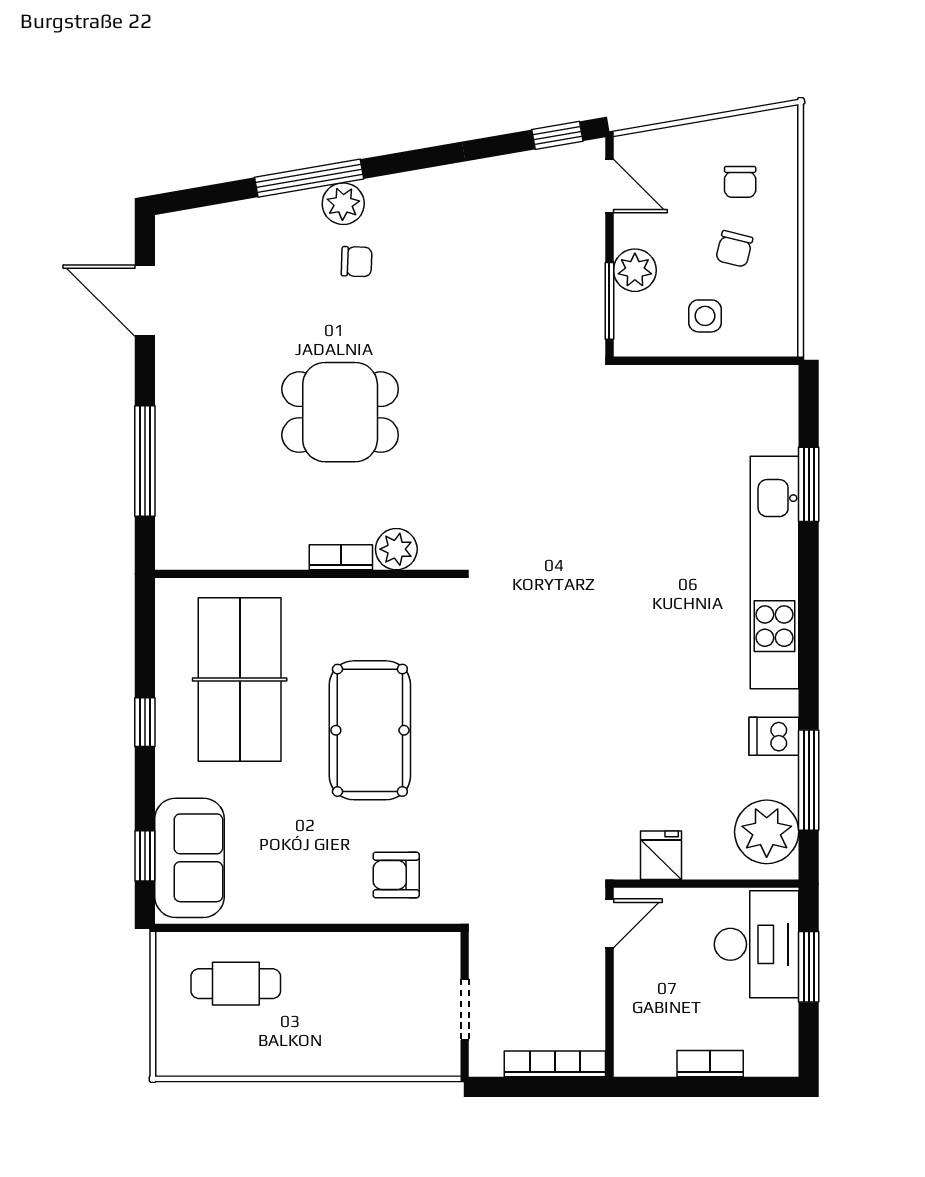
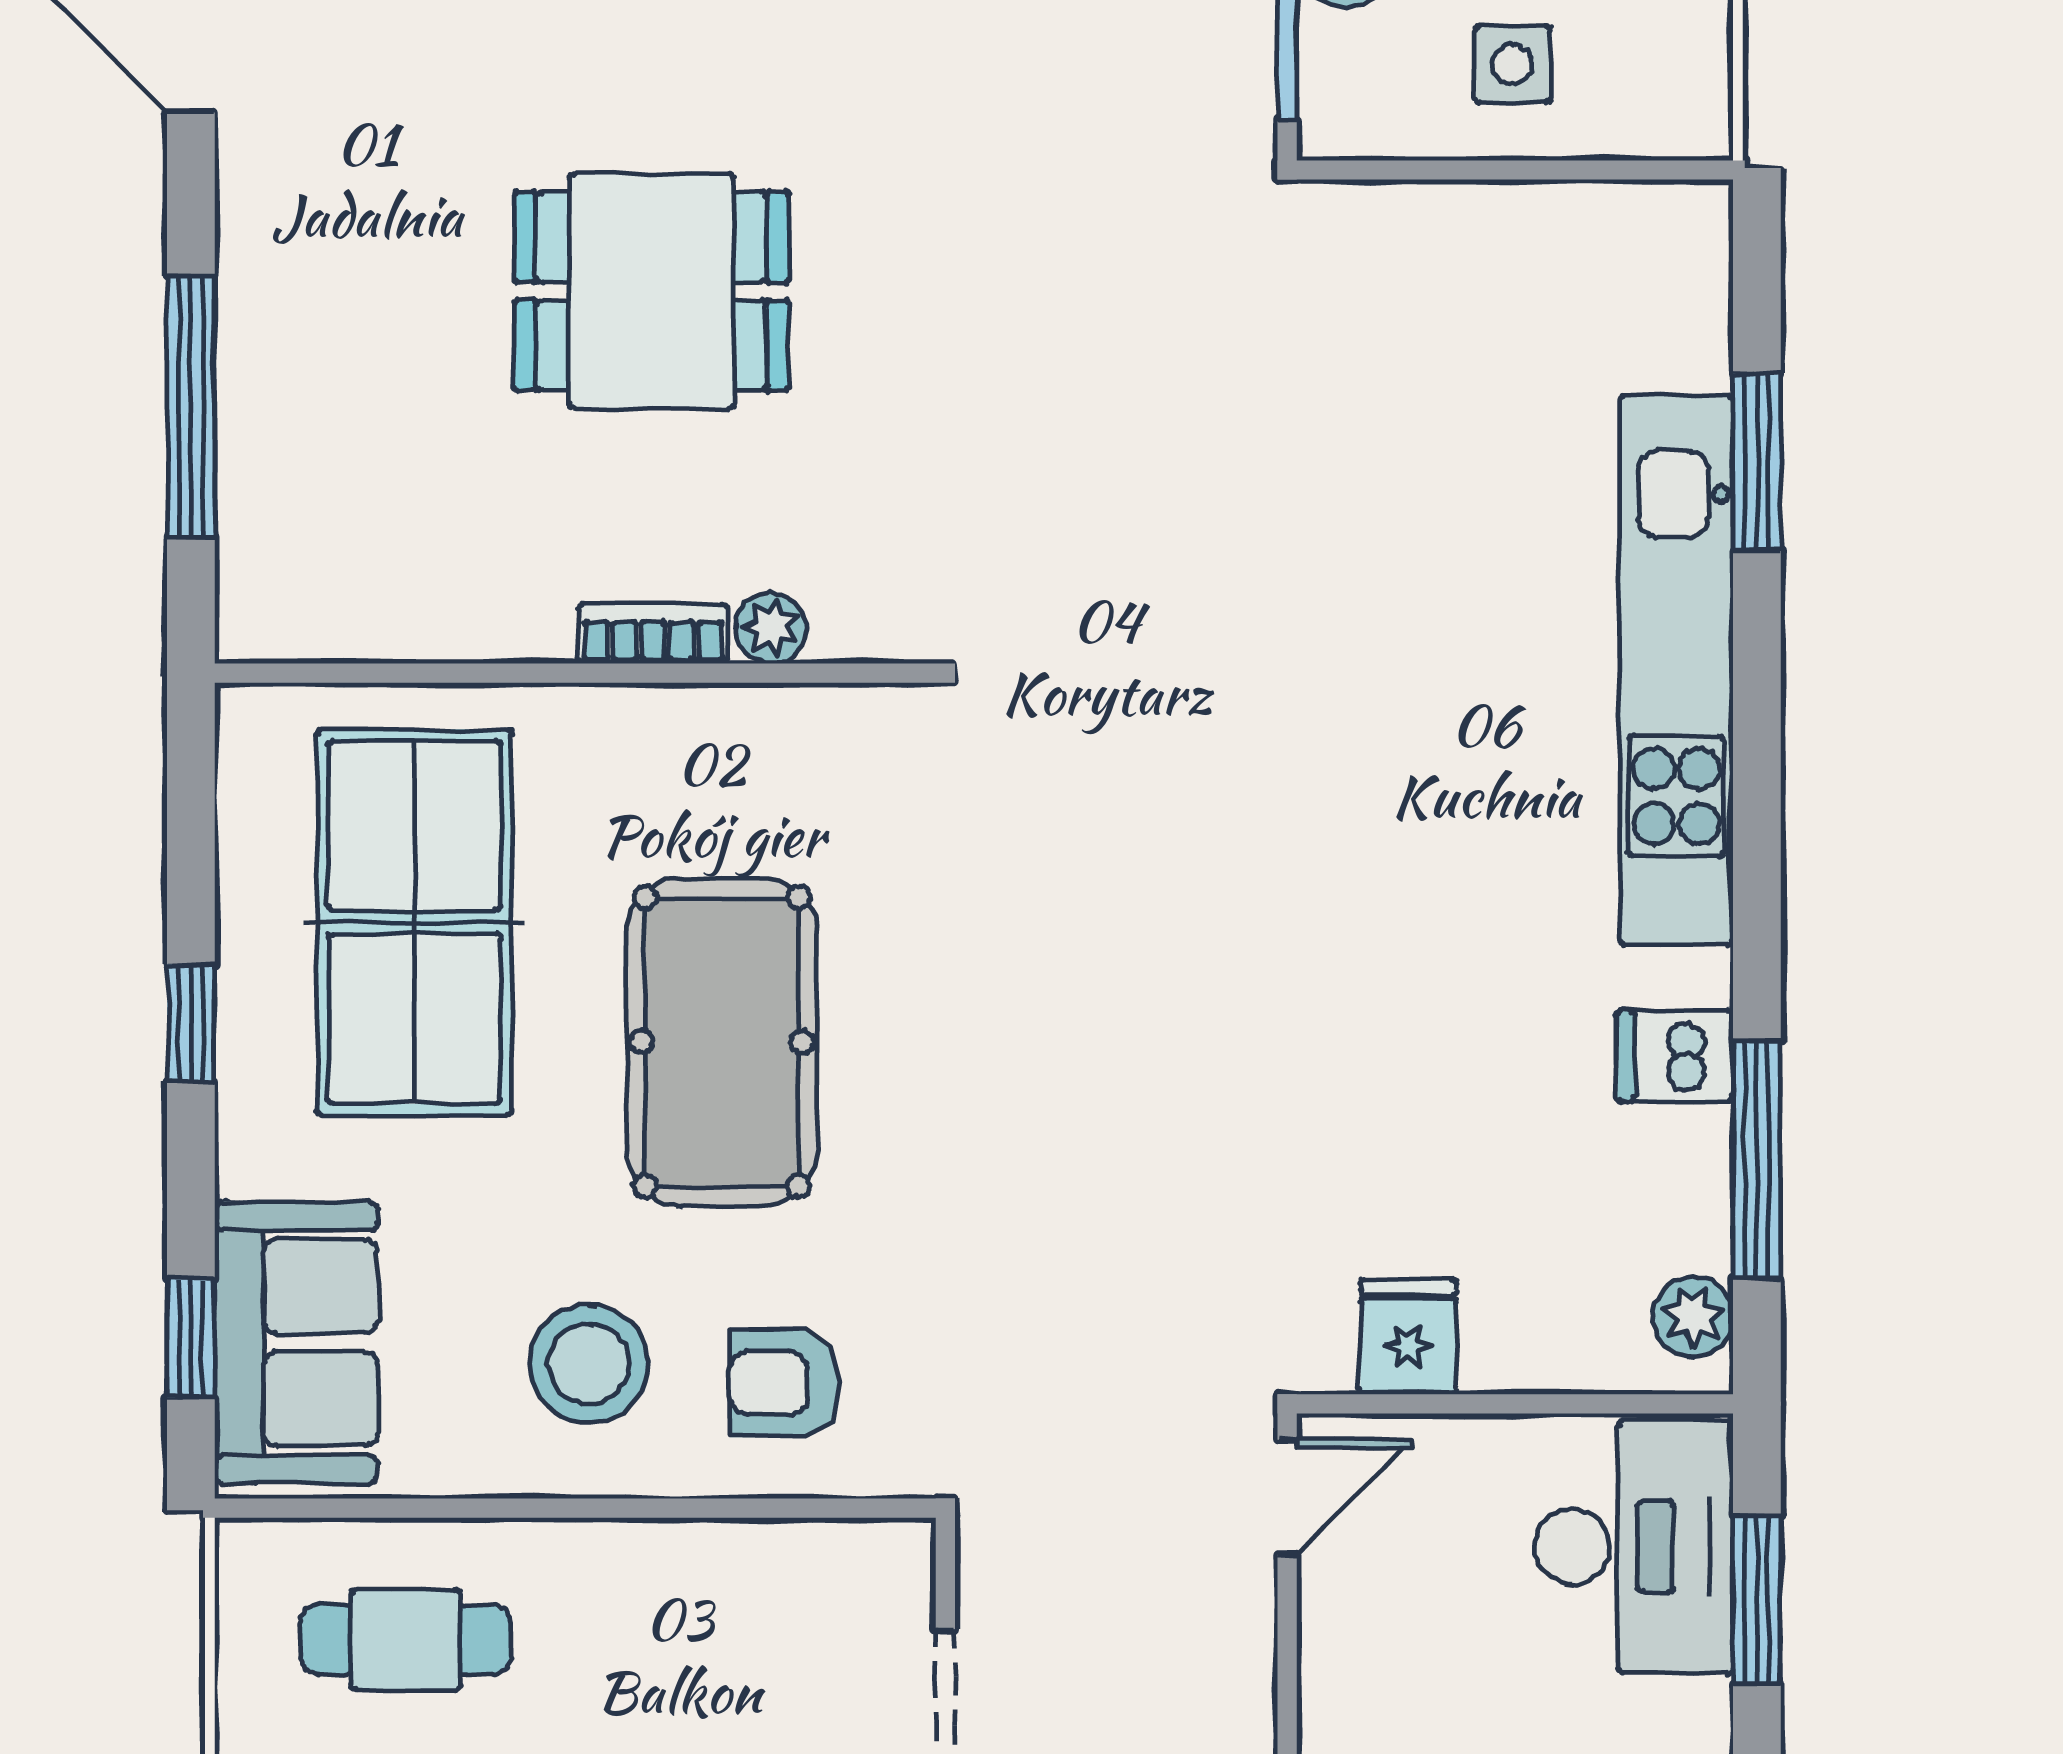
plant: (396, 549) -> (771, 628), width x0.73, depth x0.73
plant: (767, 832) -> (1693, 1317), width x0.53, depth x0.53
stool: (313, 867) -> (589, 1364), added

